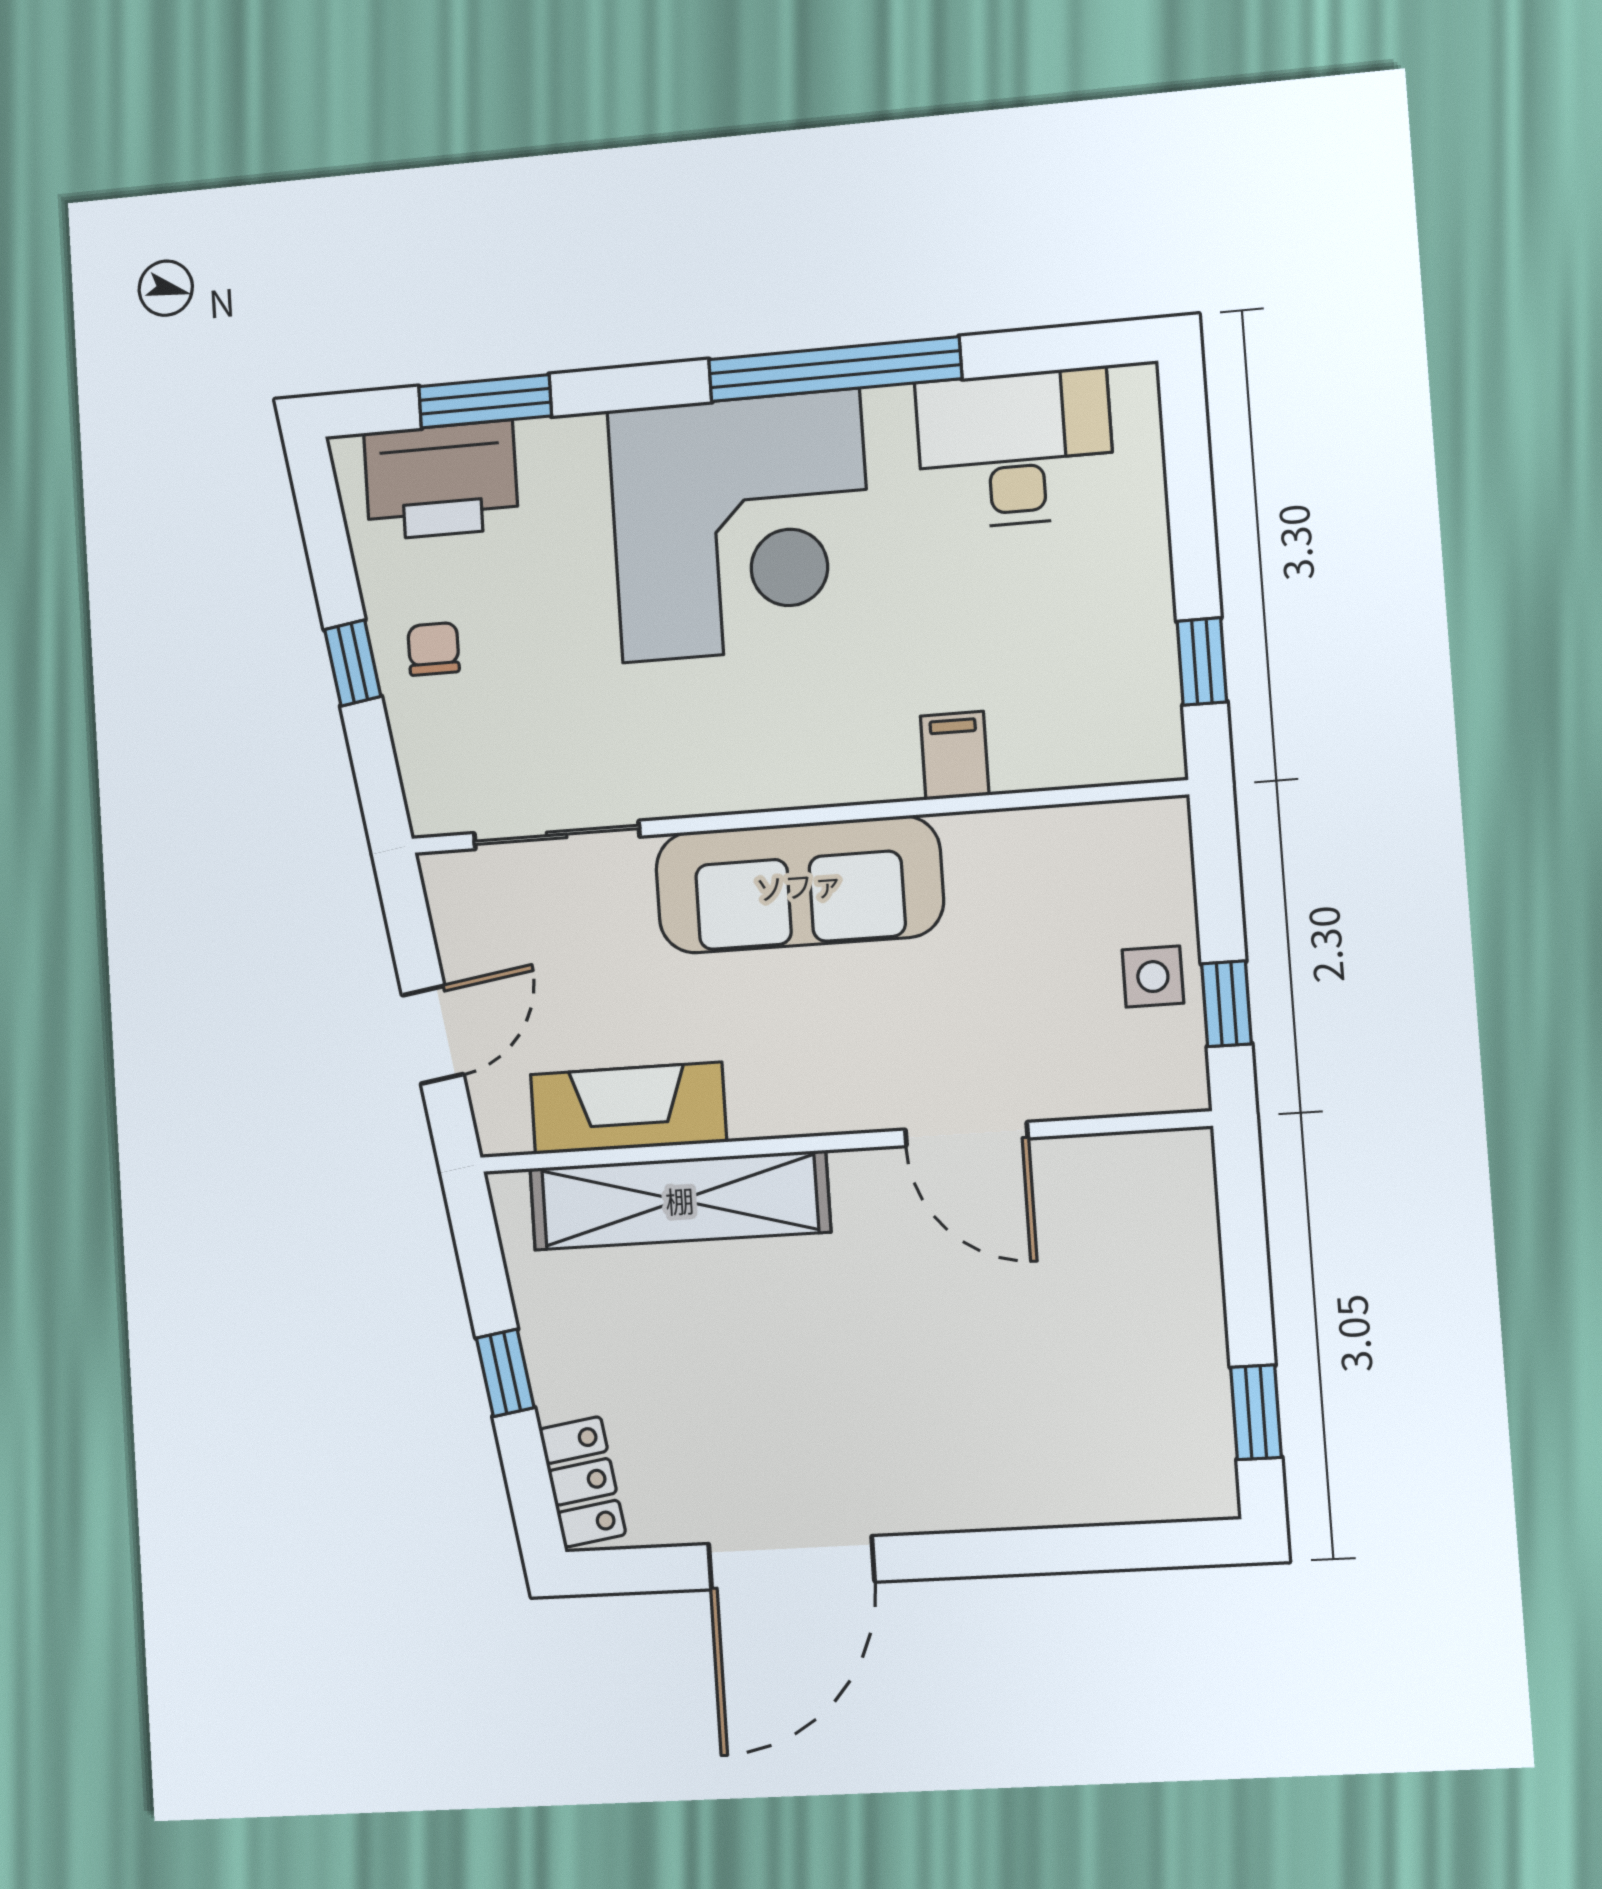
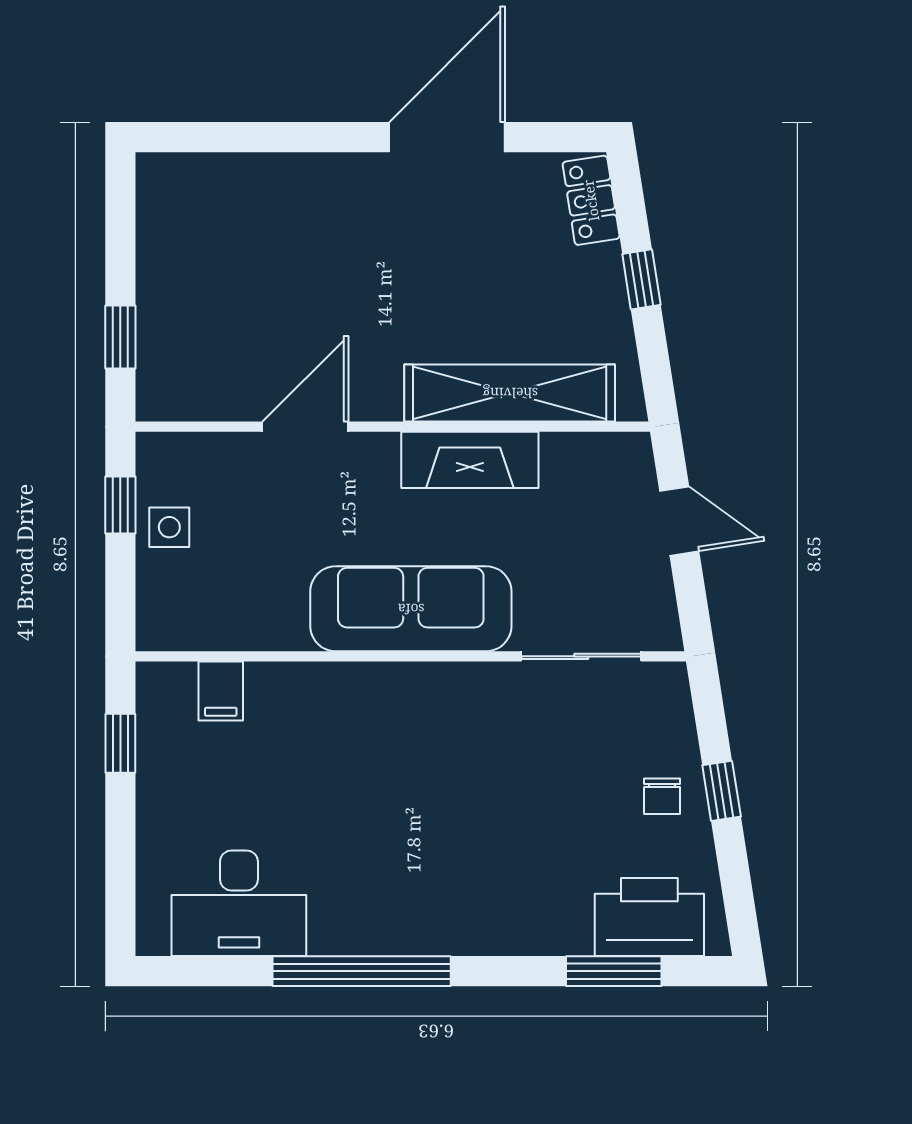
corner desk: (741, 526) -> (436, 866), removed
filing cabinet: (955, 756) -> (221, 691), moved
door: (433, 1035) -> (679, 521), swing flipped
fireplace: (628, 1108) -> (470, 460), moved
door: (967, 1134) -> (305, 427), hinge flipped
window: (1256, 1412) -> (120, 337), moved

